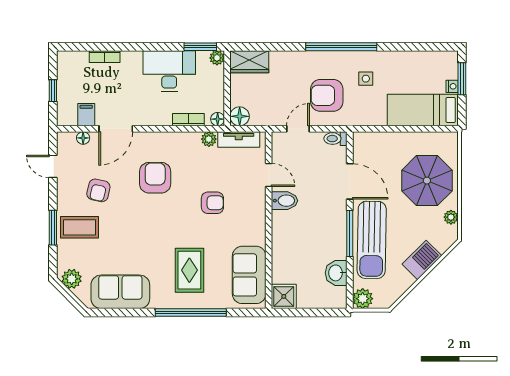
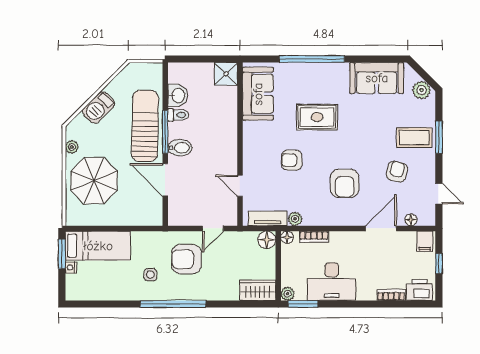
printer: (74, 62) -> (419, 290), added
window: (462, 79) -> (62, 254), moved
armchair: (327, 95) -> (186, 259), turned 180
filing cabinet: (86, 115) -> (425, 241), moved
toilet: (335, 139) -> (178, 115), moved
bidet: (284, 201) -> (180, 148), moved, turned 180
rug: (189, 270) -> (317, 117), moved, turned 90
plant: (363, 299) -> (153, 72), removed

